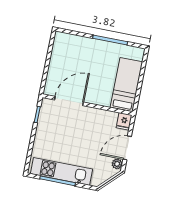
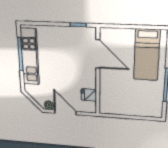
bed: (126, 85) -> (147, 55), moved, turned 90
fridge: (124, 121) -> (89, 95), moved

